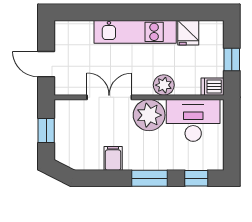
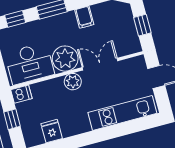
kitchen unit: (135, 32) -> (122, 113), moved
plant: (164, 85) -> (73, 82), moved
double door: (109, 97) -> (100, 64), swing flipped

